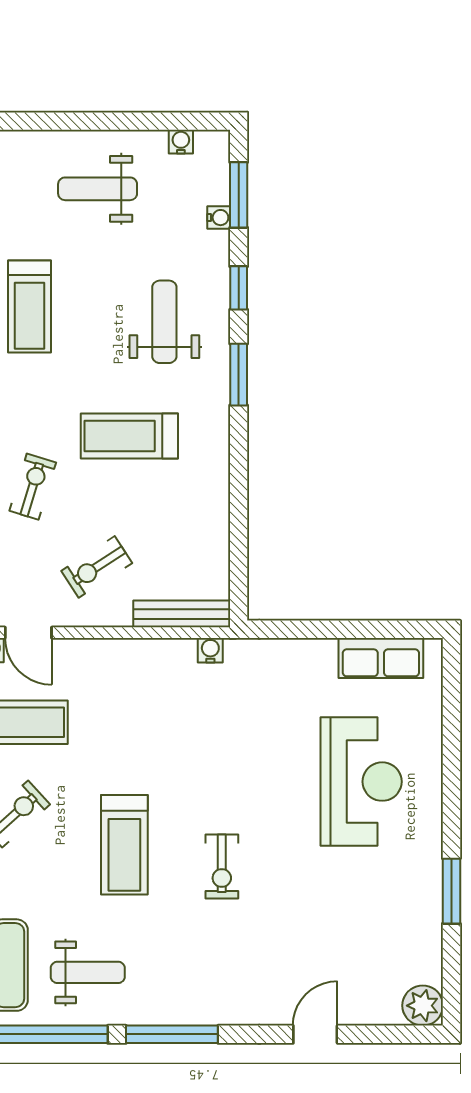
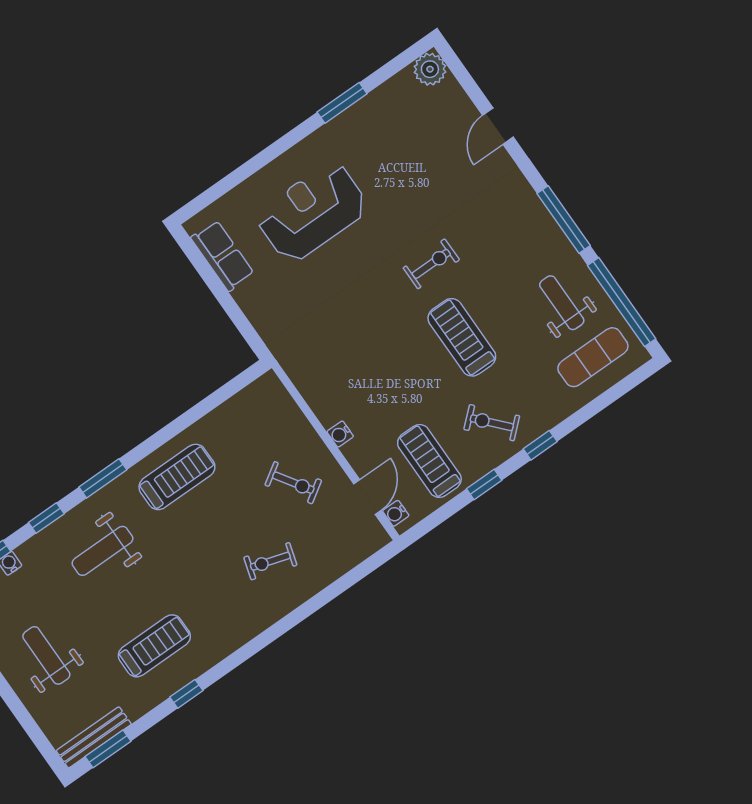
weight bench: (98, 189) -> (46, 655), turned 180
treadmill: (129, 436) -> (177, 477), moved, turned -90
bench: (182, 614) -> (285, 406), removed
water cooler: (210, 650) -> (340, 434), moved
treadmill: (124, 845) -> (462, 337), turned -90
door: (315, 1034) -> (498, 126), hinge flipped

